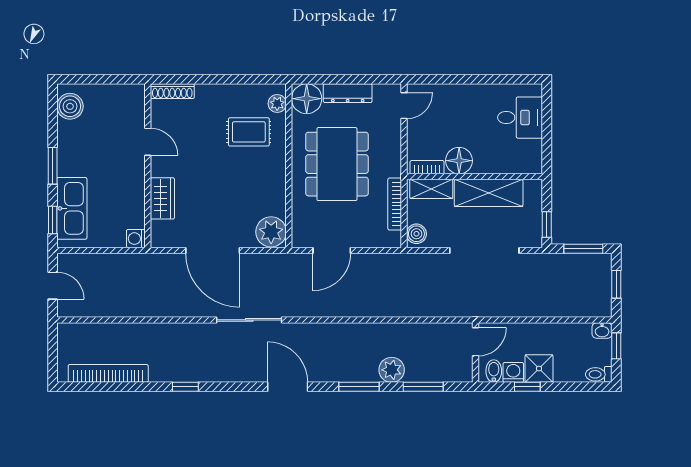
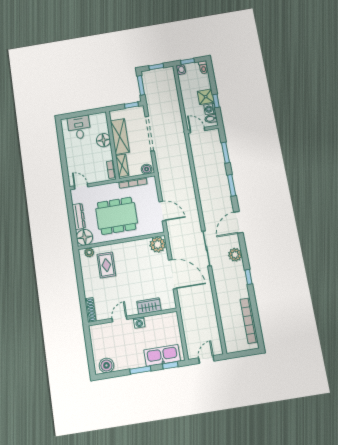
floor lamp: (459, 161) -> (103, 140), moved
washing machine: (136, 239) -> (139, 323), moved
door: (213, 250) -> (173, 274), hinge flipped
plant: (392, 370) -> (235, 255), moved

